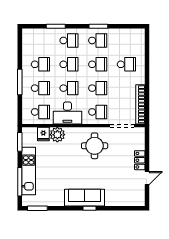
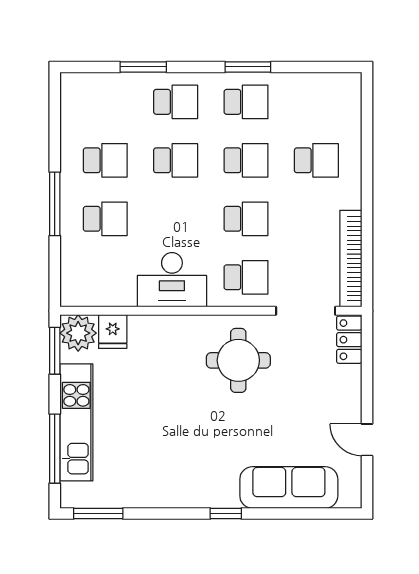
school desk: (69, 88) -> (176, 219), removed
school desk: (40, 112) -> (105, 277), removed
plant: (57, 135) -> (78, 333), moved
locker: (140, 160) -> (349, 340), moved
door: (147, 178) -> (367, 440), swing flipped
sofa: (85, 198) -> (289, 487), moved

